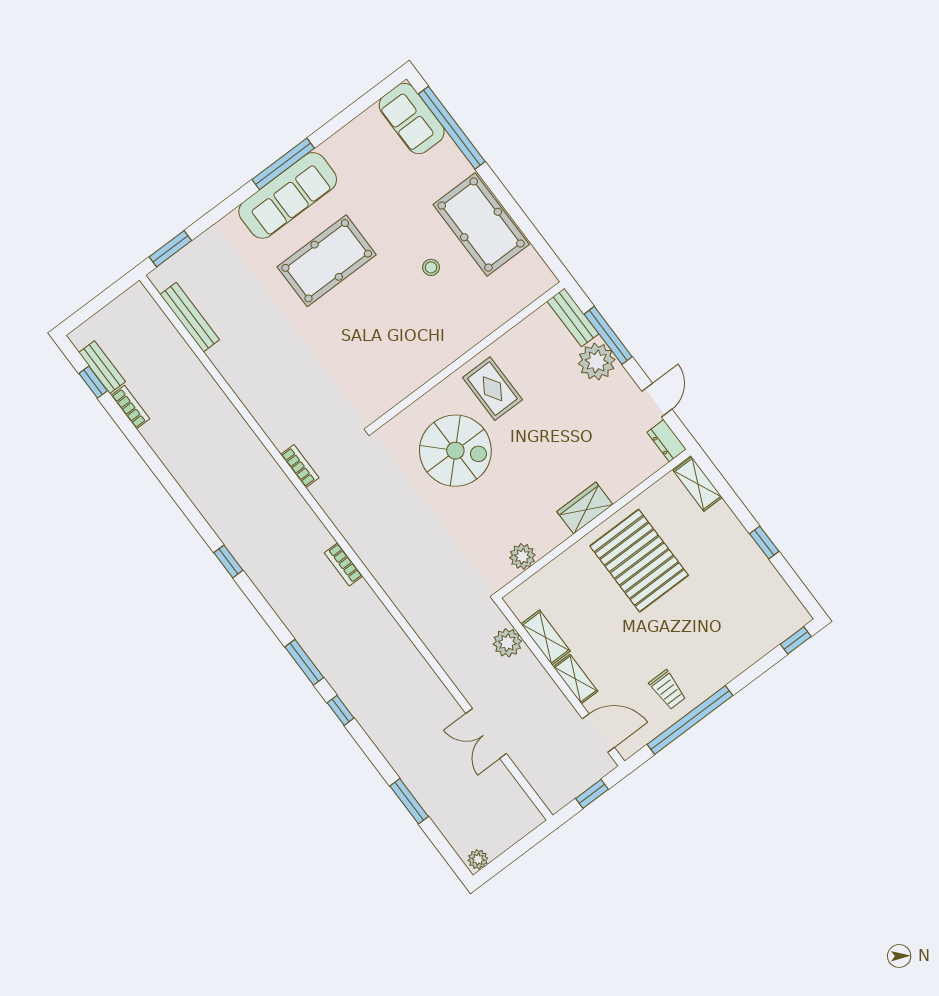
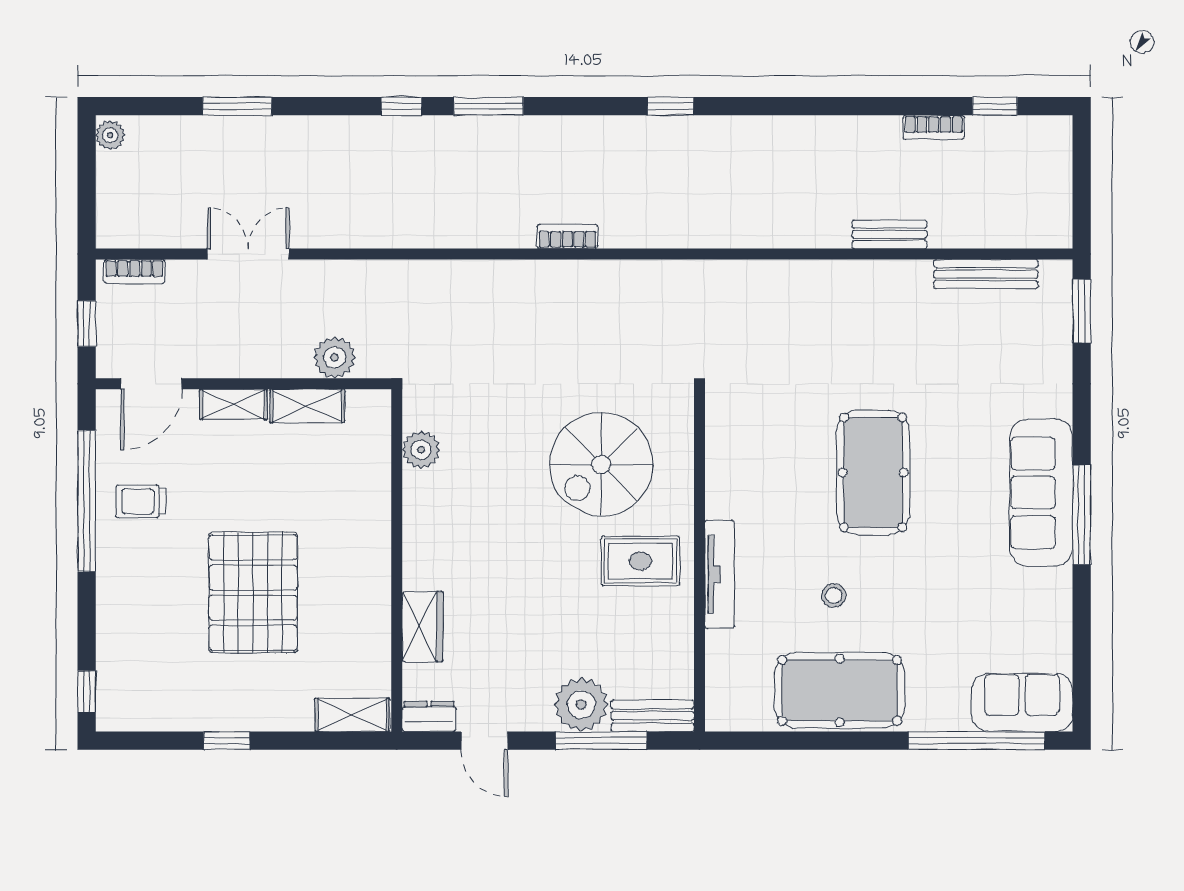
pool table: (327, 261) -> (873, 472), moved
tv unit: (467, 339) -> (720, 574), added
bench: (102, 367) -> (889, 234), moved
bookcase: (300, 466) -> (134, 272), moved
wardrobe: (585, 508) -> (423, 627), moved
pallet: (639, 561) -> (253, 593), moved, turned 90

